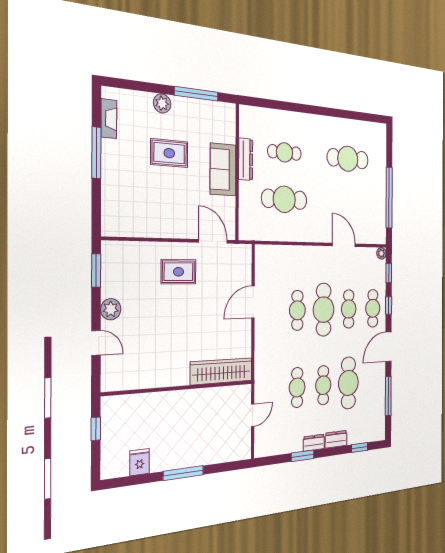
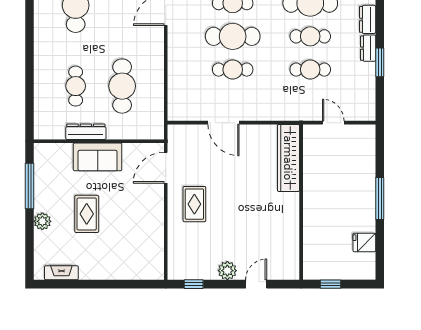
window: (96, 153) -> (92, 284), removed
window: (96, 270) -> (194, 284), width x0.67

